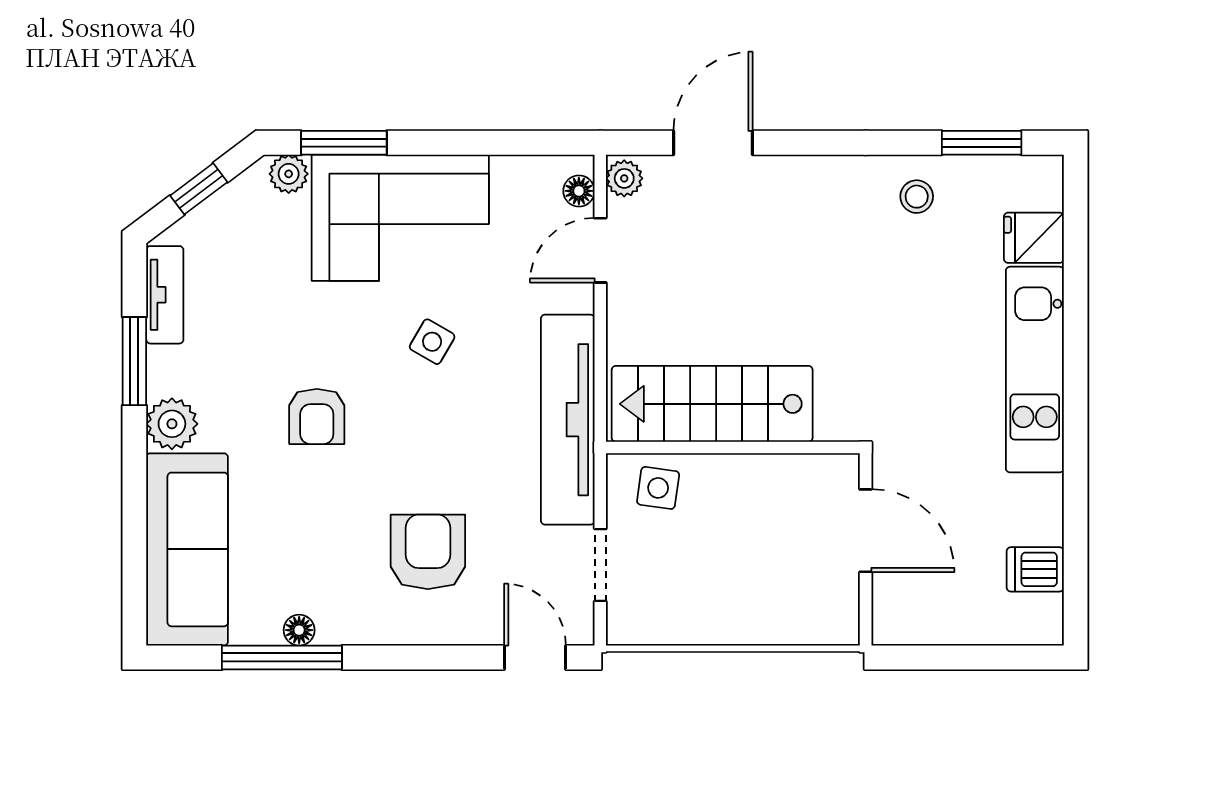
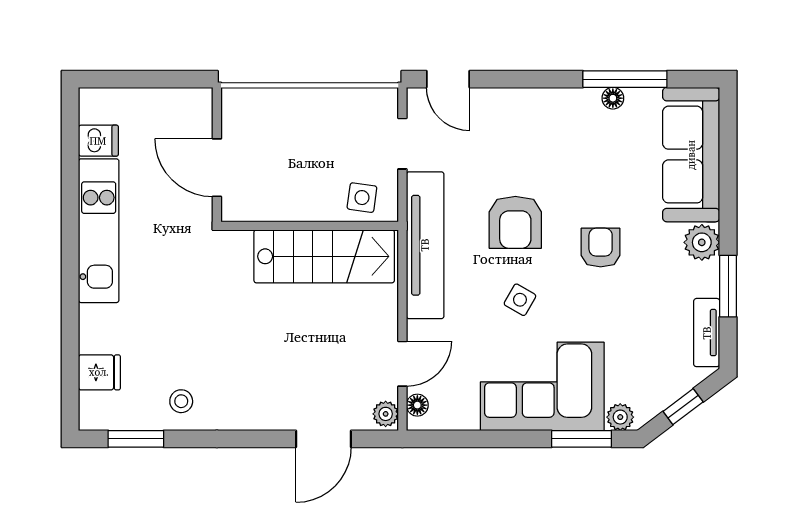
kitchen unit: (1035, 370) -> (99, 231), moved
armchair: (428, 552) -> (515, 222), moved

